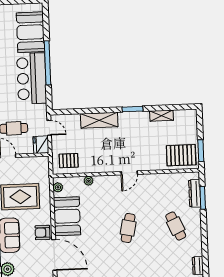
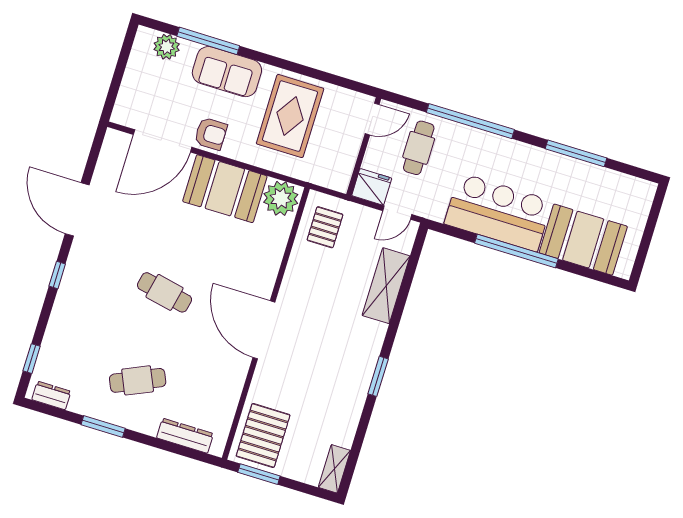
shelving: (161, 116) -> (334, 469), moved
shelving: (99, 120) -> (386, 286), moved
door: (129, 173) -> (264, 330), width x1.88
plant: (89, 181) -> (276, 251), removed
plant: (58, 187) -> (281, 198), width x1.87, depth x1.87
window: (203, 198) -> (103, 426), moved
armchair: (43, 233) -> (211, 134), turned 90

